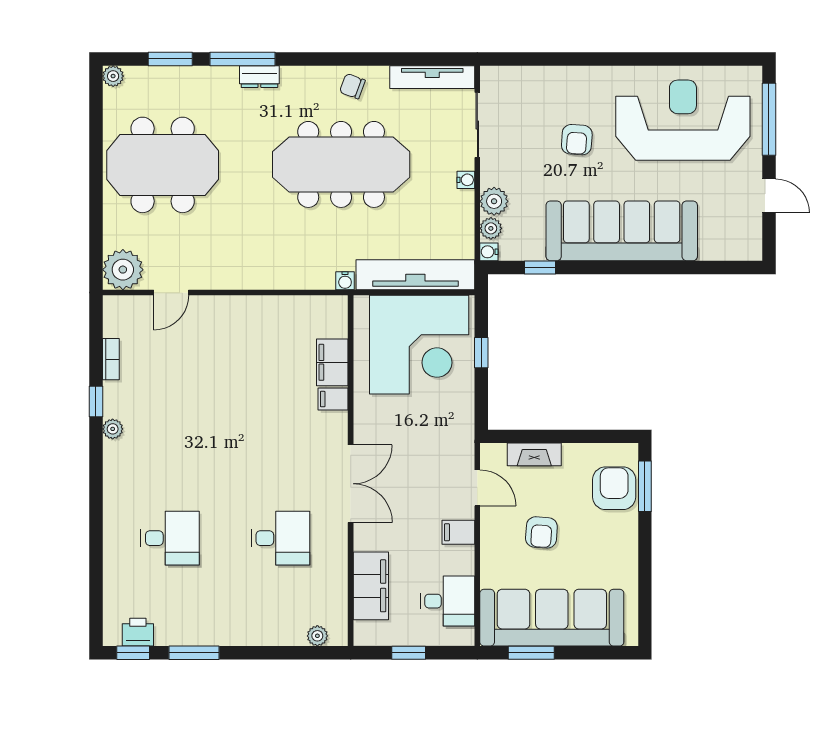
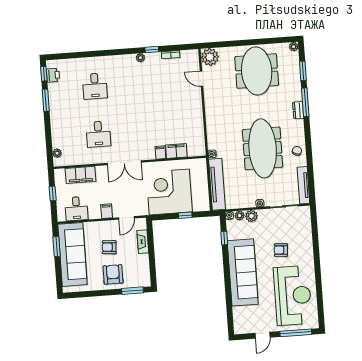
corner desk: (419, 345) -> (169, 192), moved, turned 90
armchair: (614, 488) -> (113, 274), moved, turned -90

